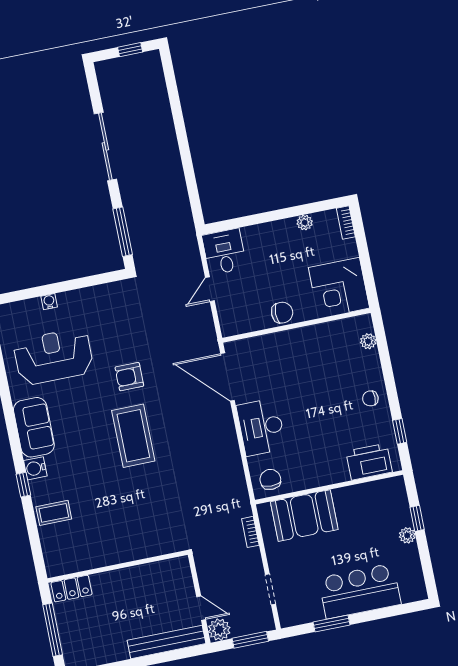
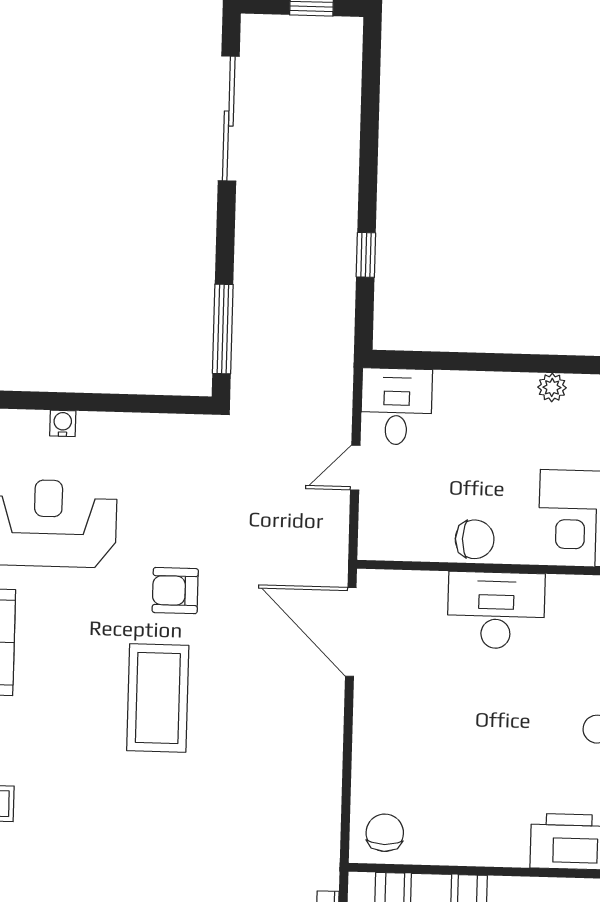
sliding door: (105, 146) -> (229, 119), moved
window: (190, 175) -> (366, 255), added
desk: (261, 427) -> (496, 610), moved, turned 90

